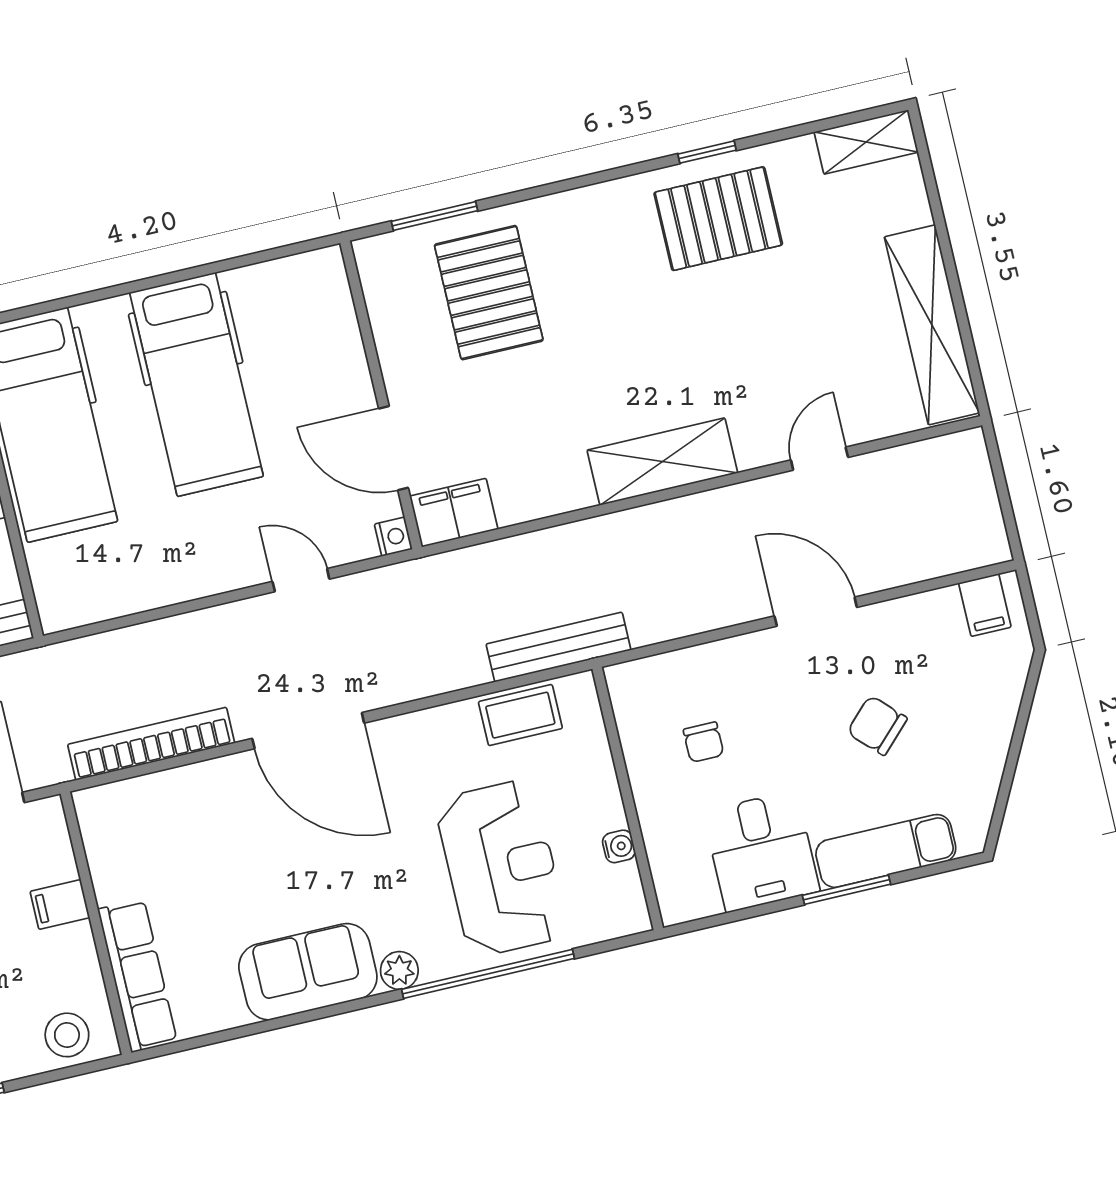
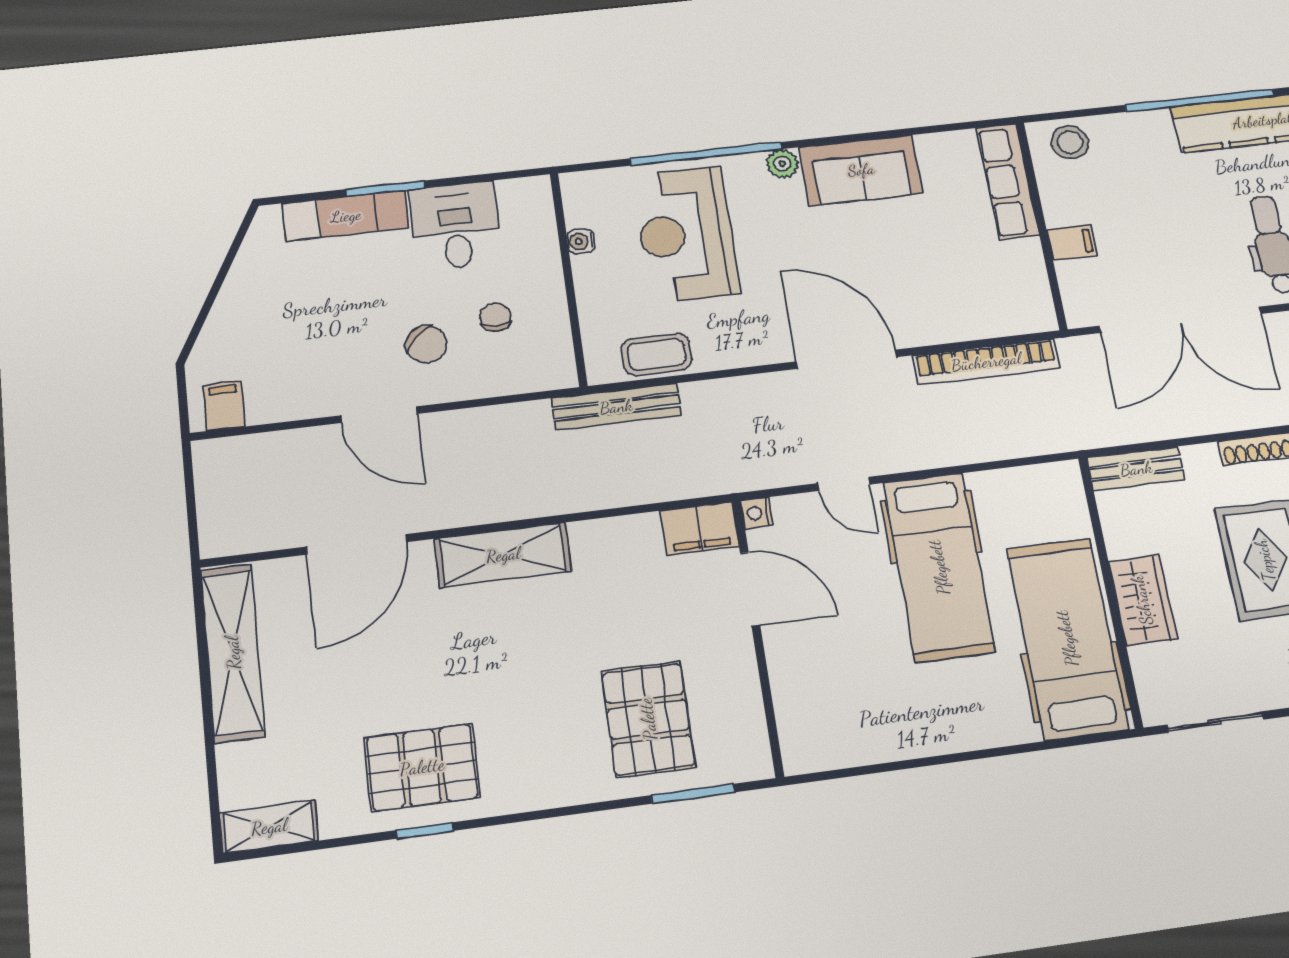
hospital bed: (196, 384) -> (939, 567), moved, turned 180
door: (819, 459) -> (357, 544), width x1.87
chair: (877, 725) -> (426, 344), moved

